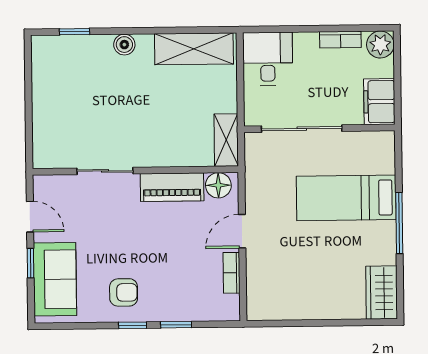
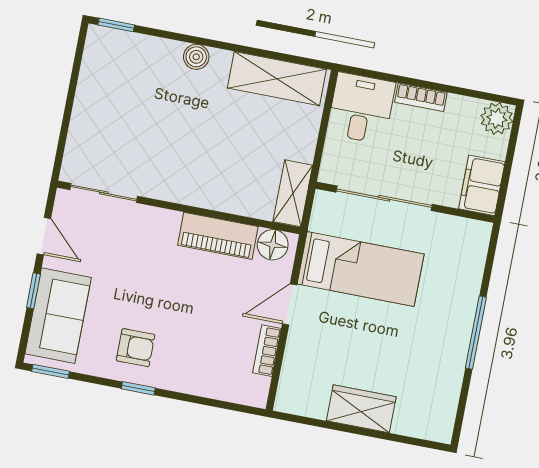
window: (74, 32) -> (116, 25), moved
bookcase: (340, 40) -> (421, 97), moved
sliding door: (105, 171) -> (104, 193), moved
bed: (346, 198) -> (361, 269), moved, turned 180
wardrobe: (382, 293) -> (361, 409), moved, turned 90
window: (176, 325) -> (50, 371), moved

